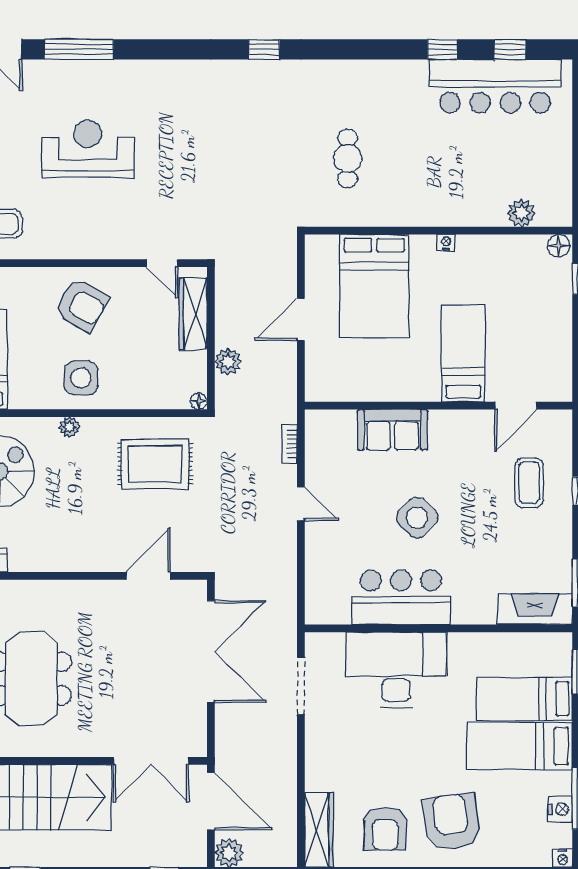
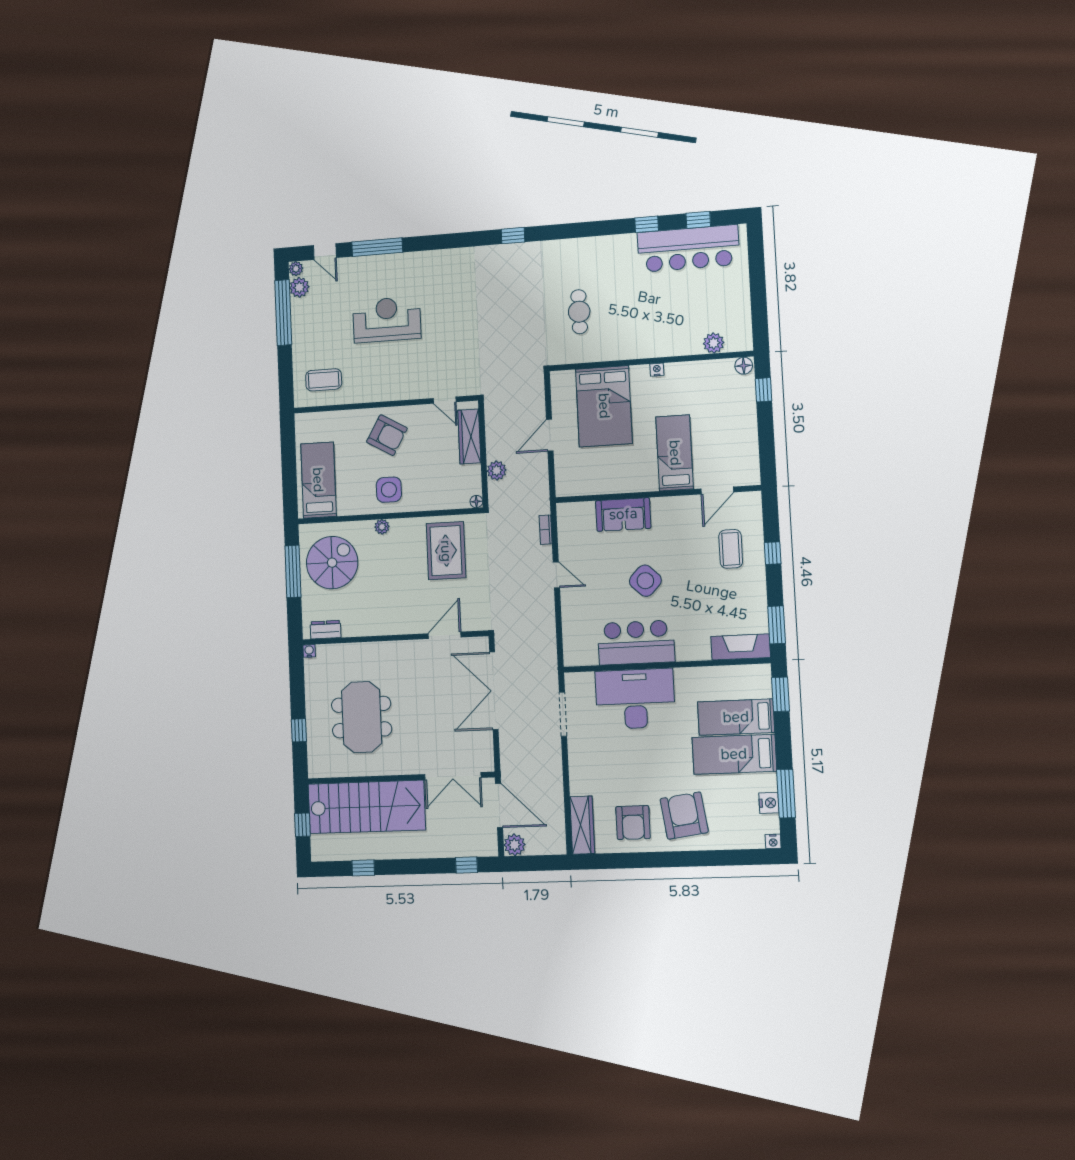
rug: (155, 464) -> (446, 551), turned 90
double door: (211, 651) -> (494, 691), swing flipped

